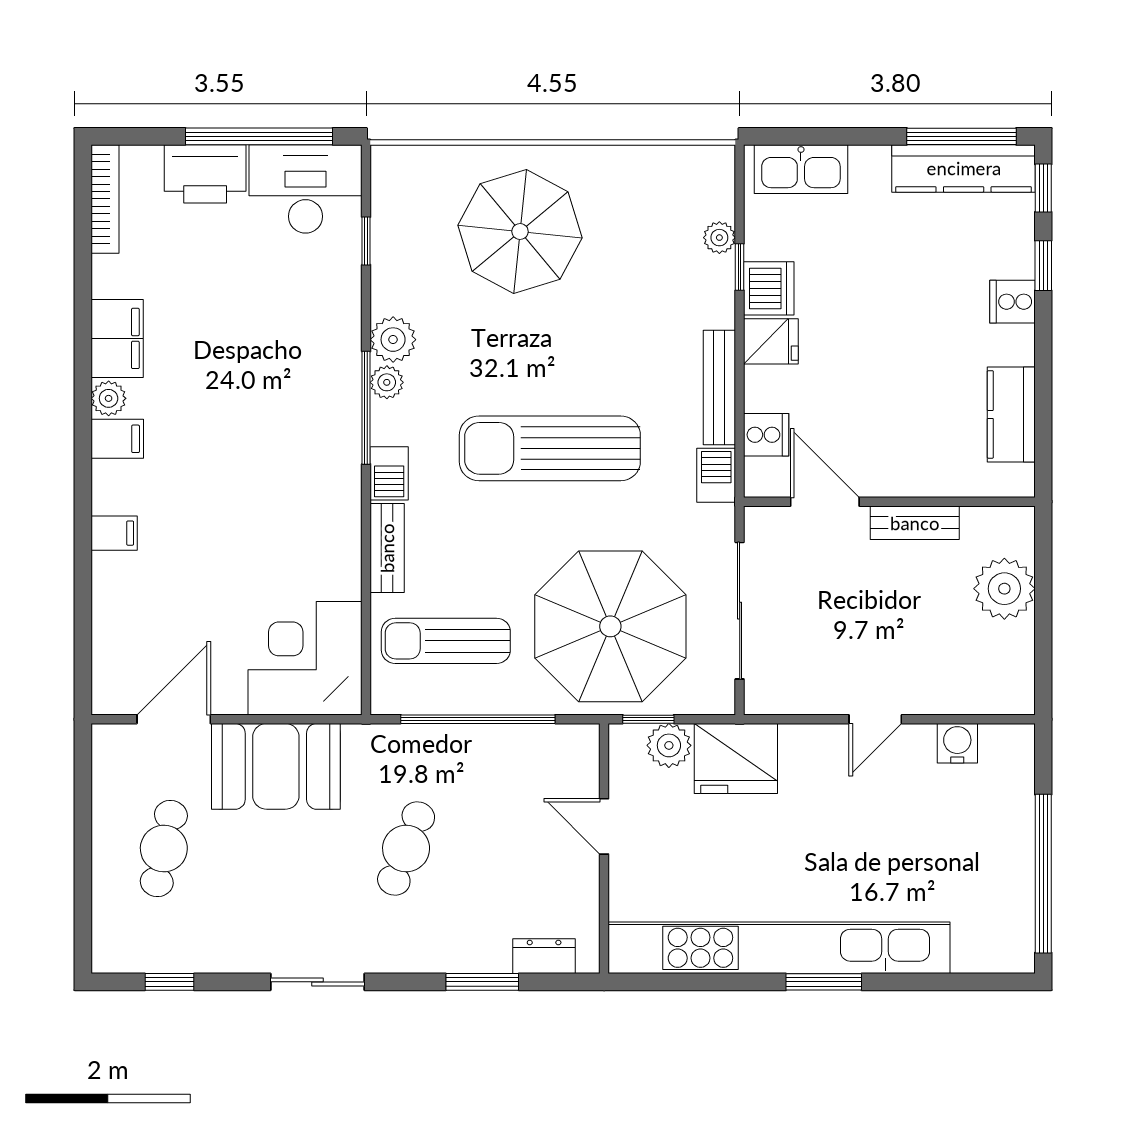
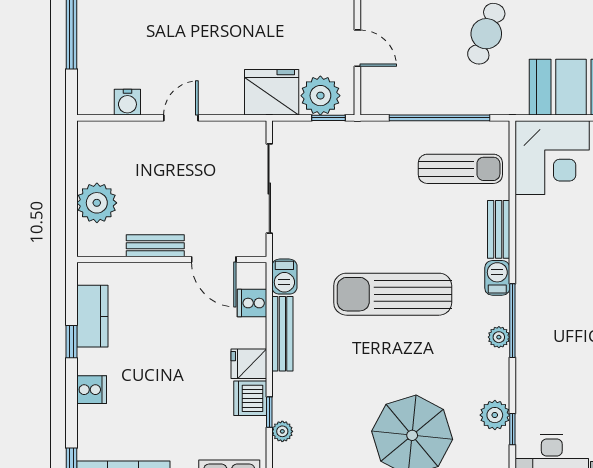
window: (1043, 266) -> (71, 342), moved
plant: (393, 340) -> (495, 415), moved
sun lounger: (550, 448) -> (393, 294), turned 180
parasol: (610, 626) -> (353, 178), removed
plant: (669, 745) -> (320, 96), width x1.36, depth x1.36

